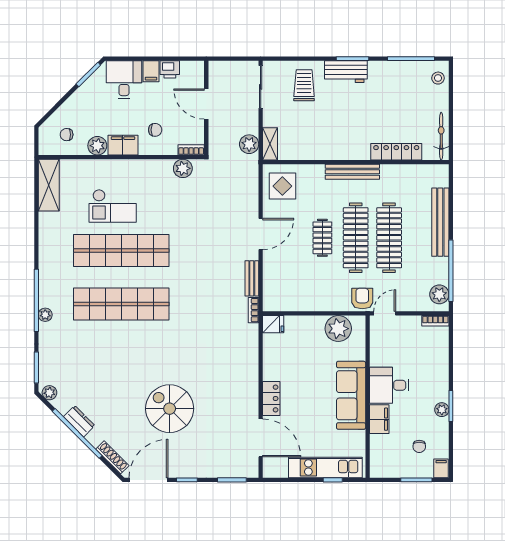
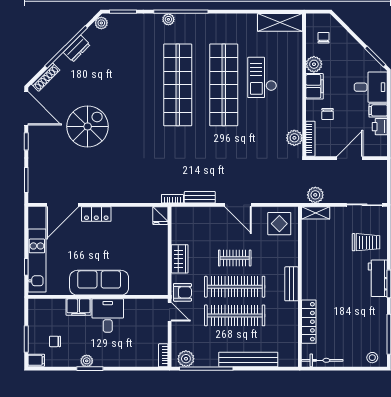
bookcase: (191, 150) -> (310, 139), width x1.56
bench: (352, 172) -> (291, 284), width x0.73
wardrobe: (323, 302) -> (180, 259), added
plant: (338, 329) -> (157, 272), removed

